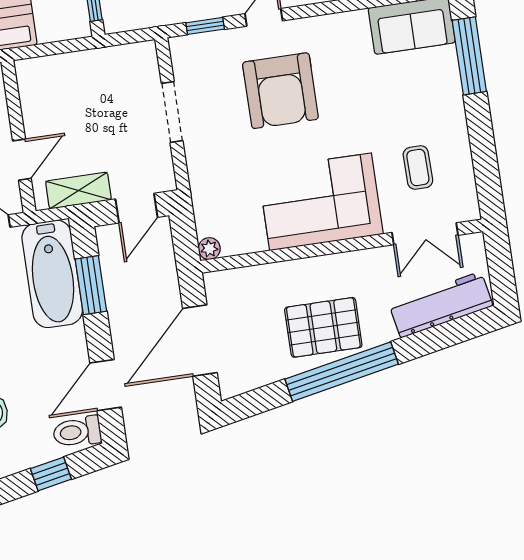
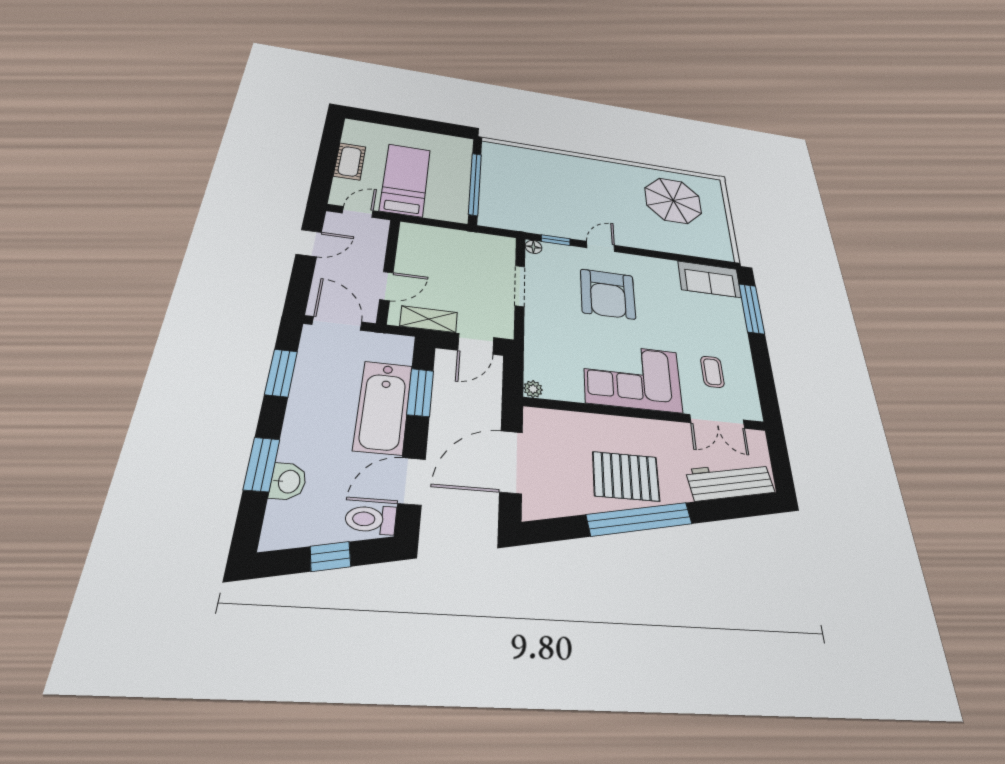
floor lamp: (179, 46) -> (533, 247), added
bathtub: (52, 274) -> (383, 407), moved

